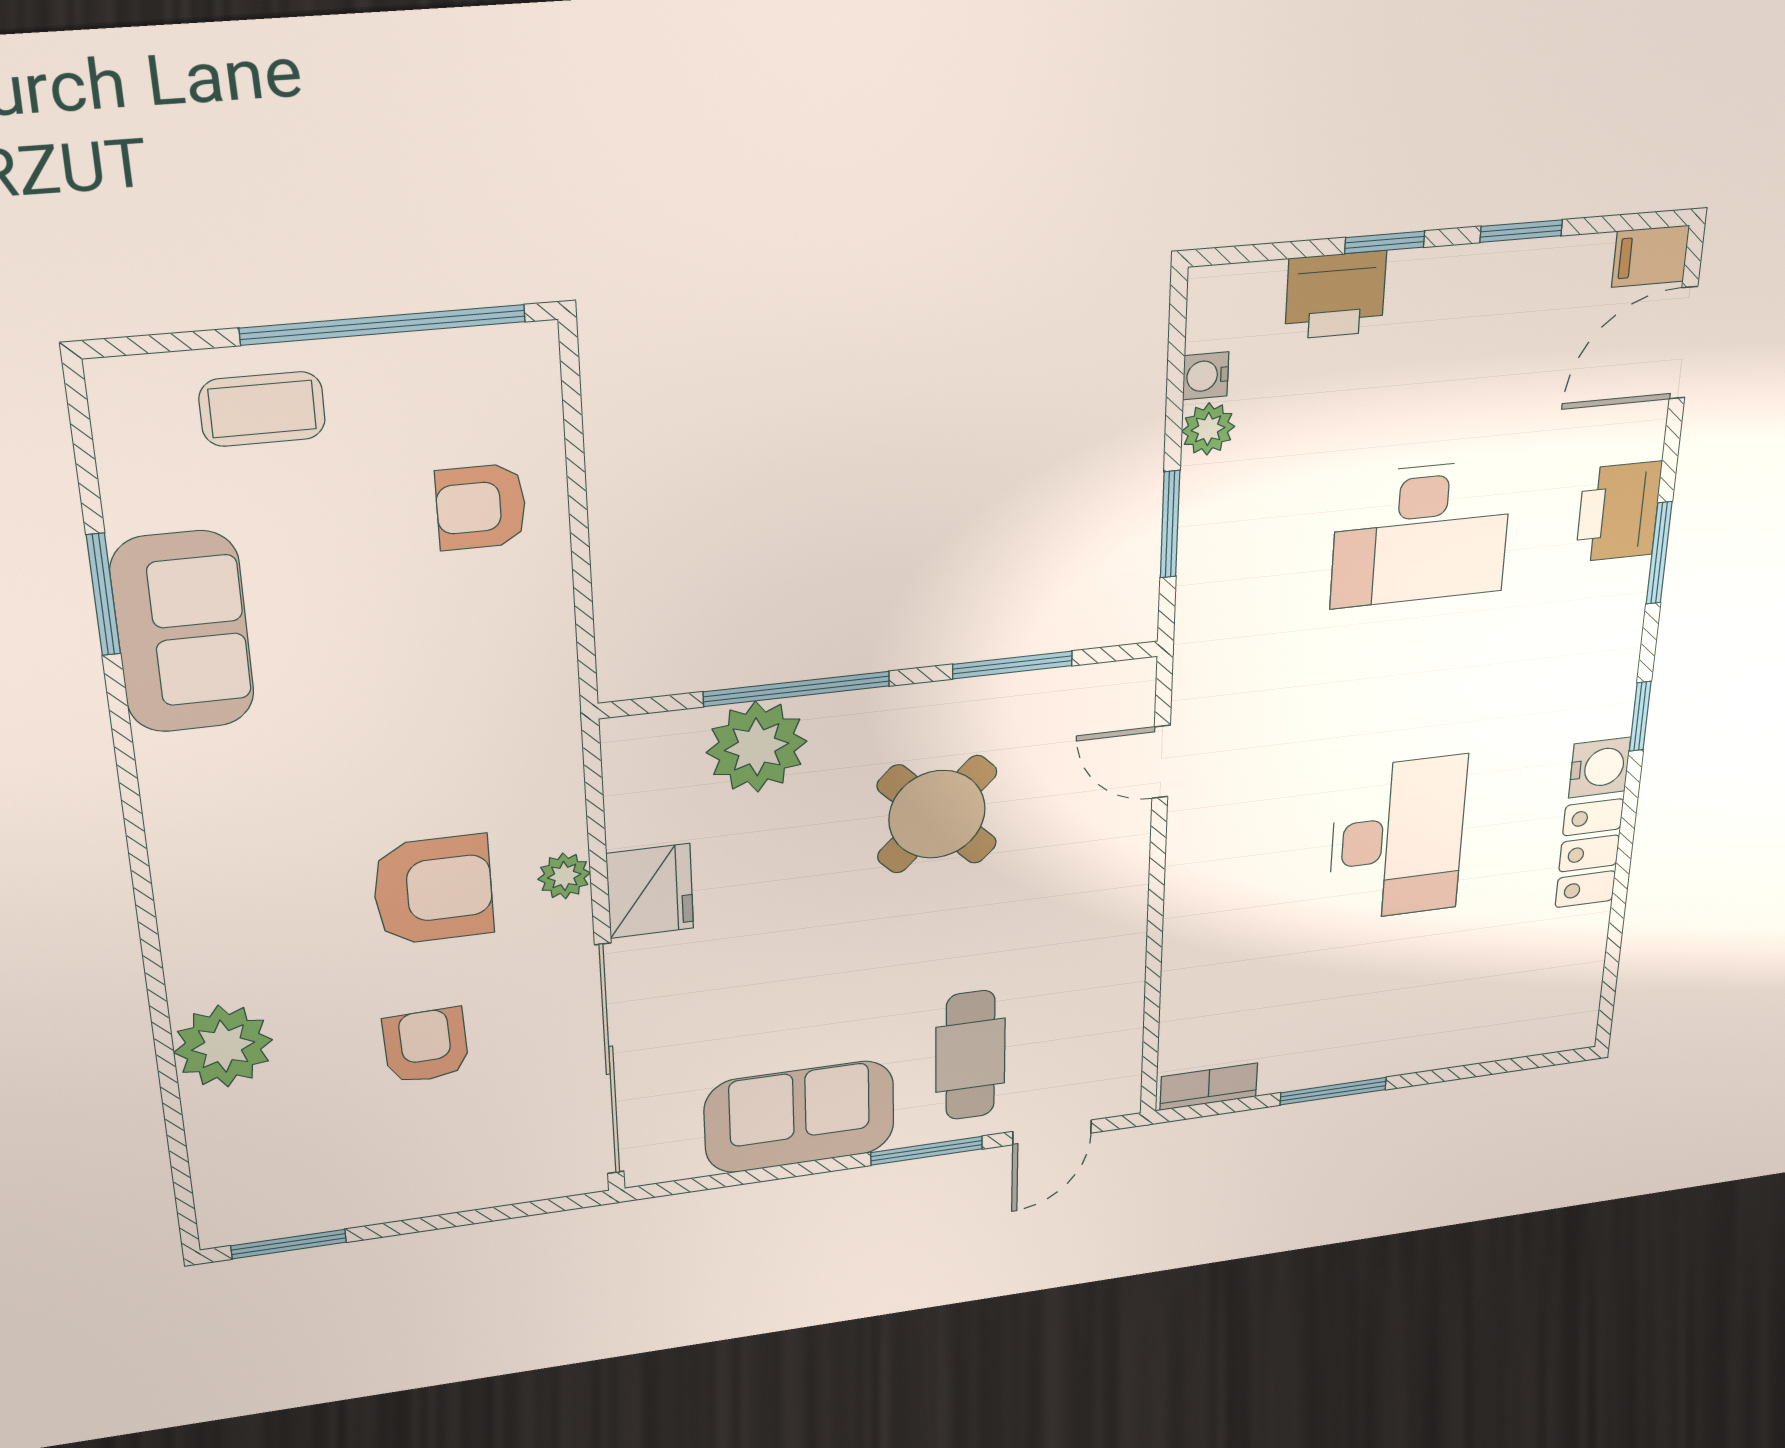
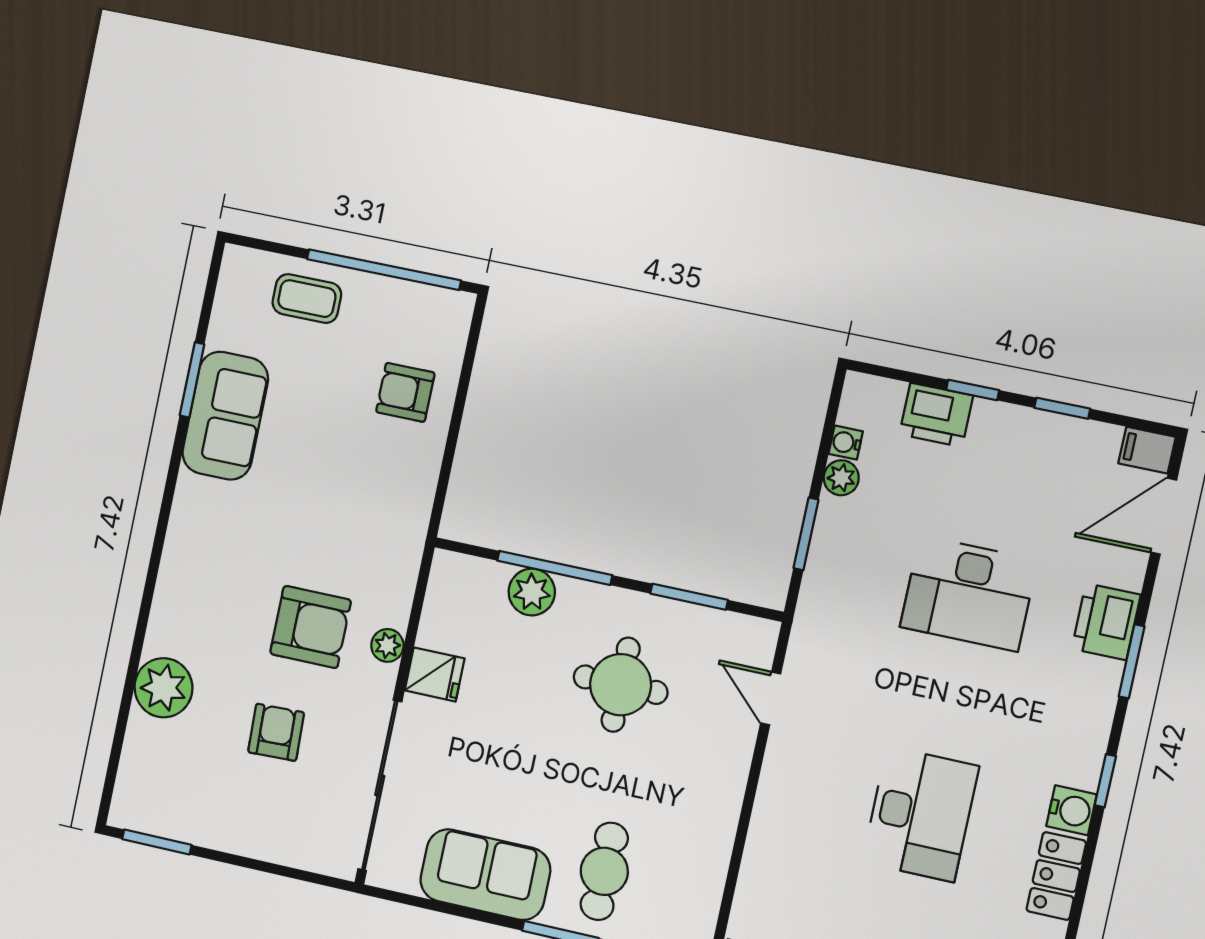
plant: (757, 747) -> (532, 592), width x0.73, depth x0.73
round table: (937, 814) -> (621, 685), turned 45
fridge: (650, 891) -> (435, 674), width x0.72

